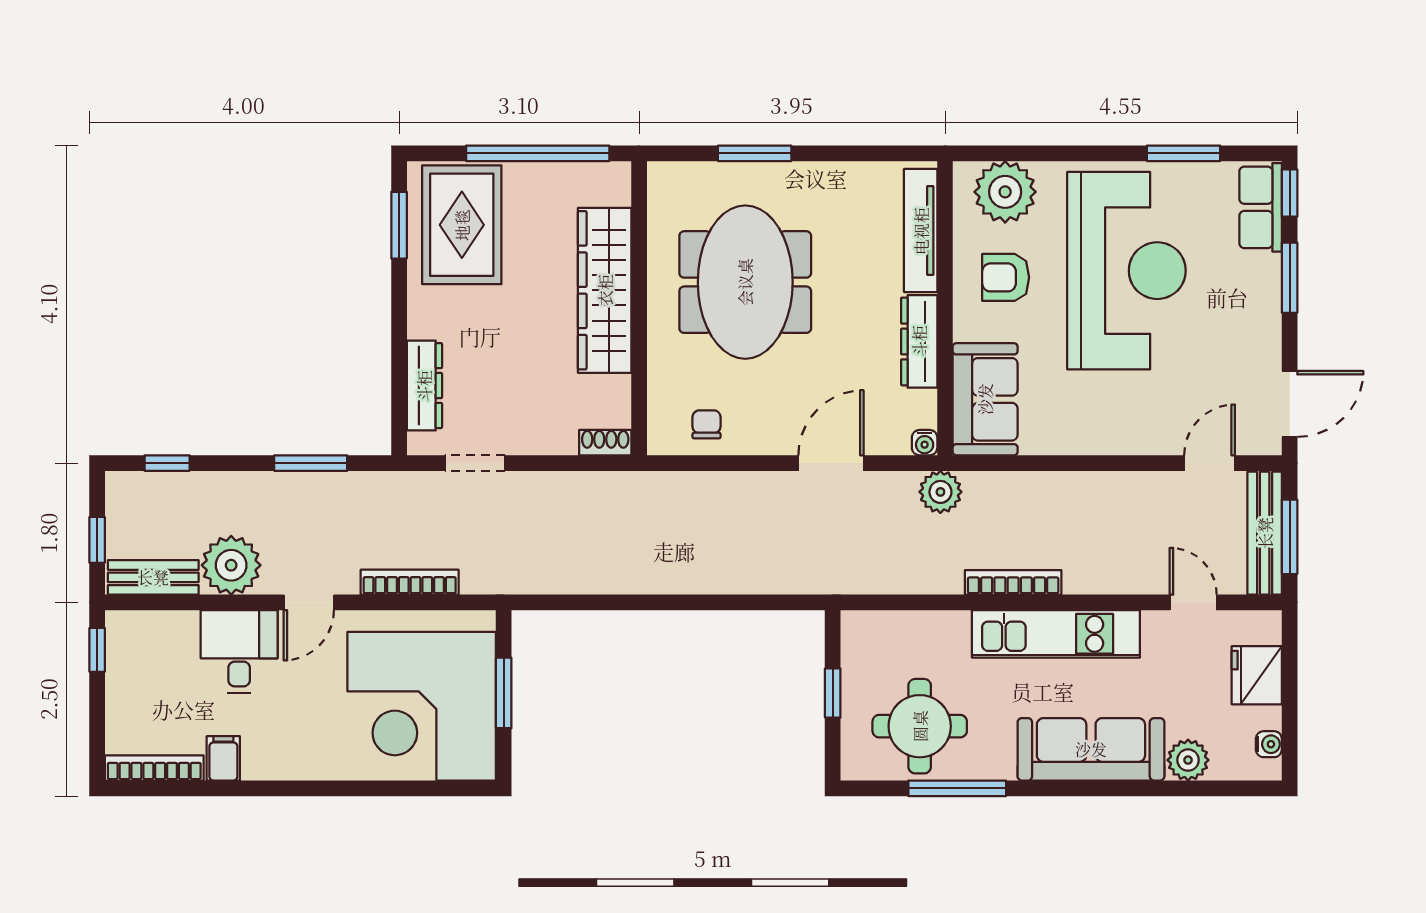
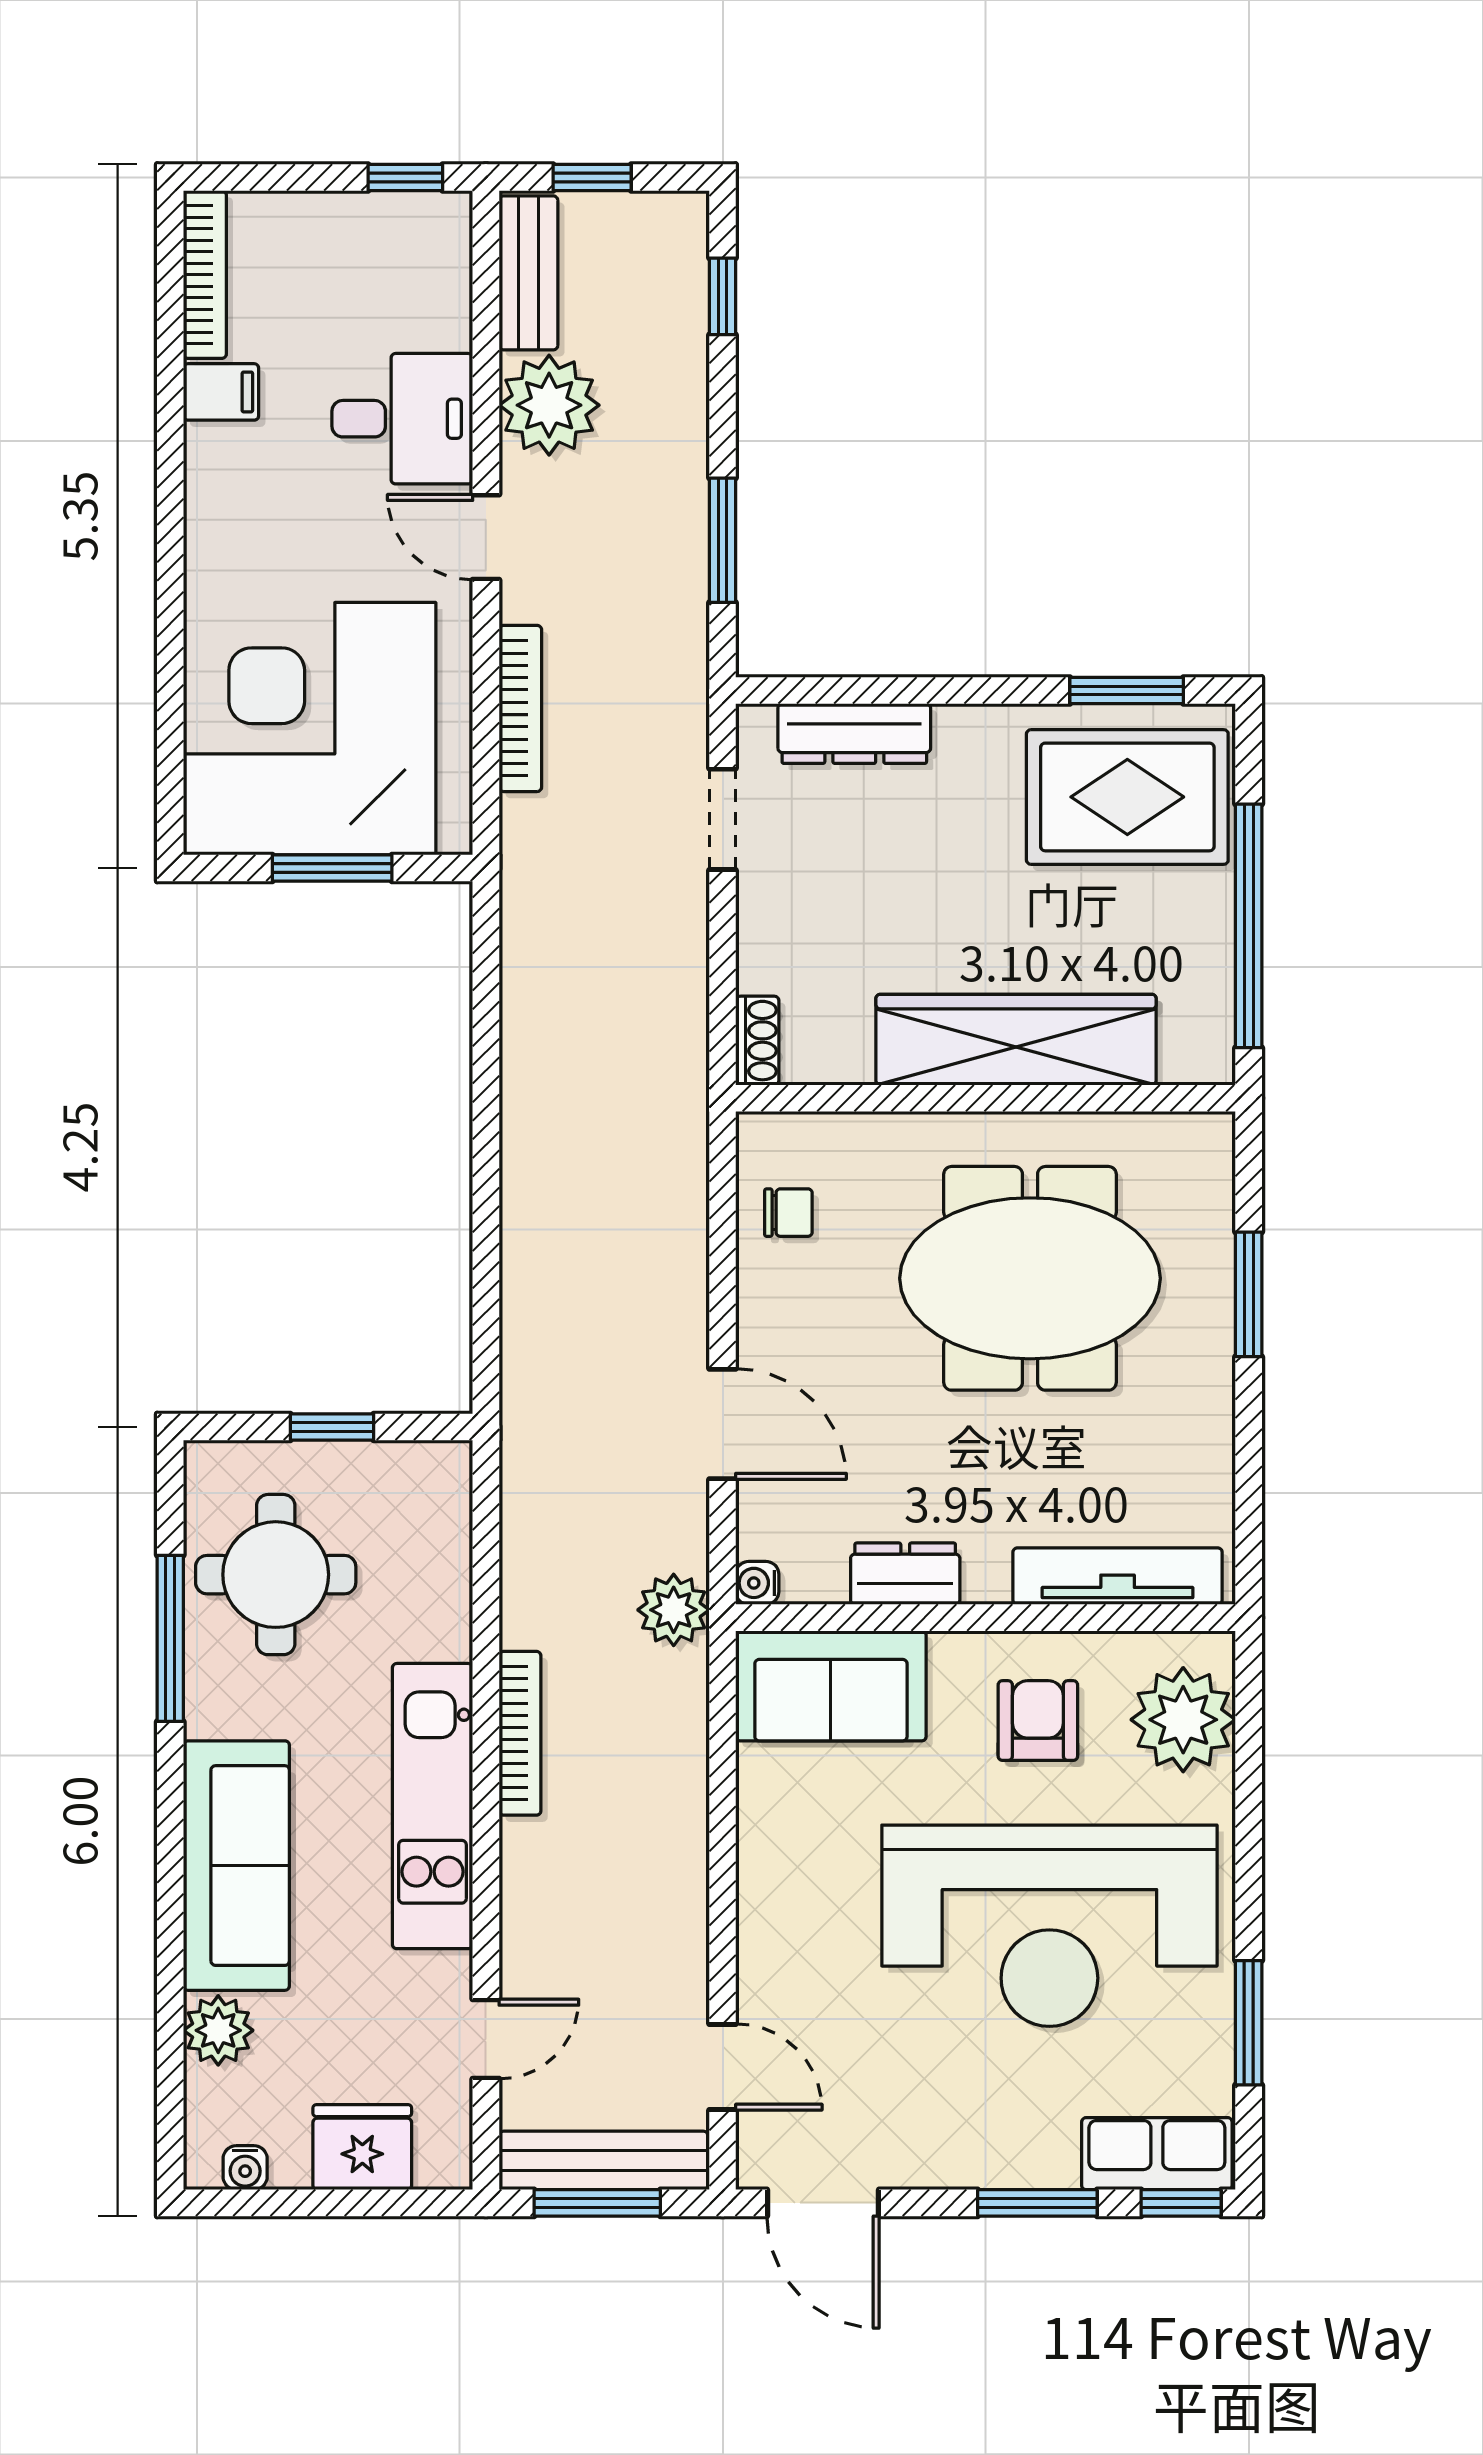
dresser: (919, 341) -> (905, 1574), width x0.70

